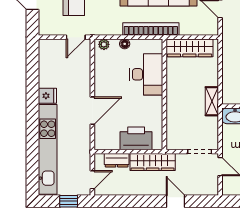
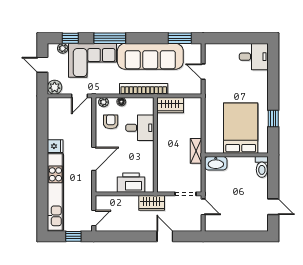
plant: (47, 27) -> (55, 87), added
wardrobe: (189, 48) -> (170, 105), width x0.67
armchair: (112, 67) -> (111, 122), added
desk: (146, 74) -> (140, 128), width x0.73
dresser: (117, 160) -> (114, 201), removed
wardrobe: (153, 162) -> (152, 203), width x0.67

